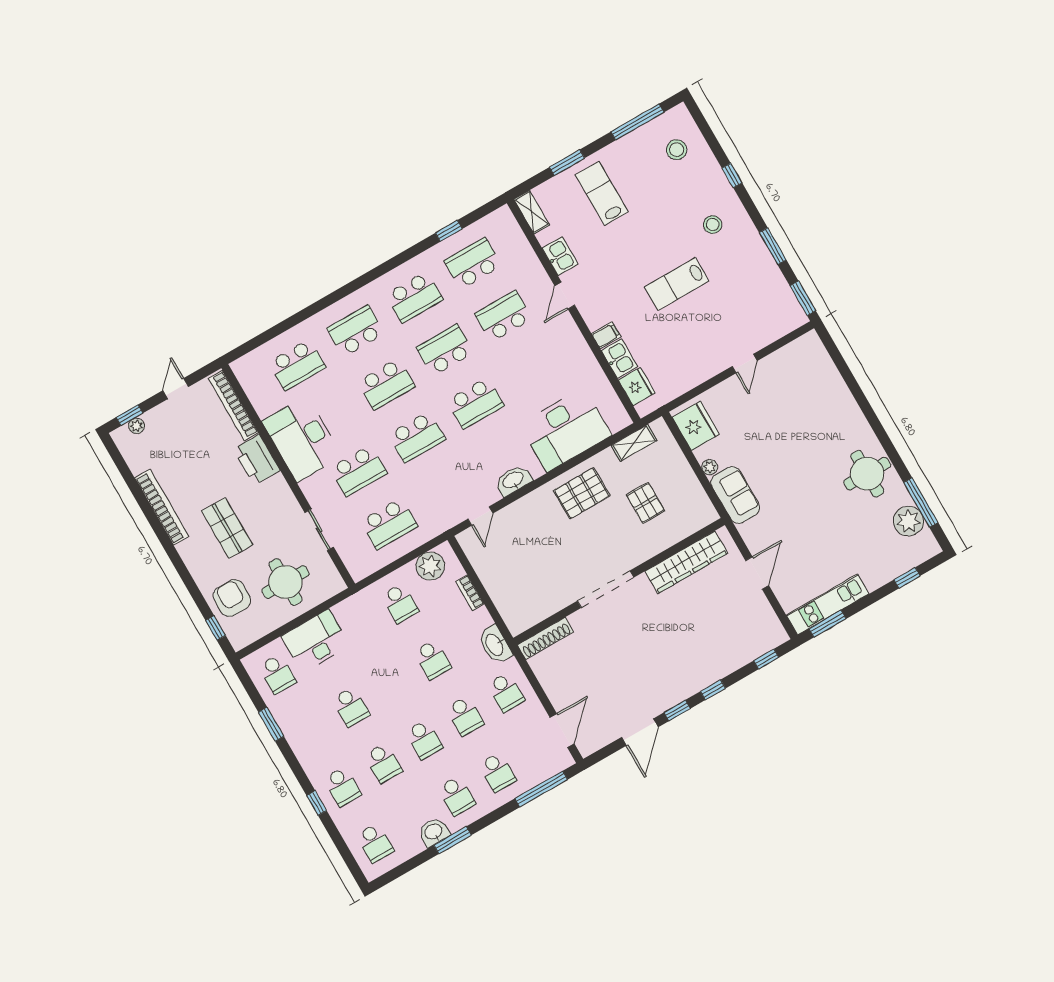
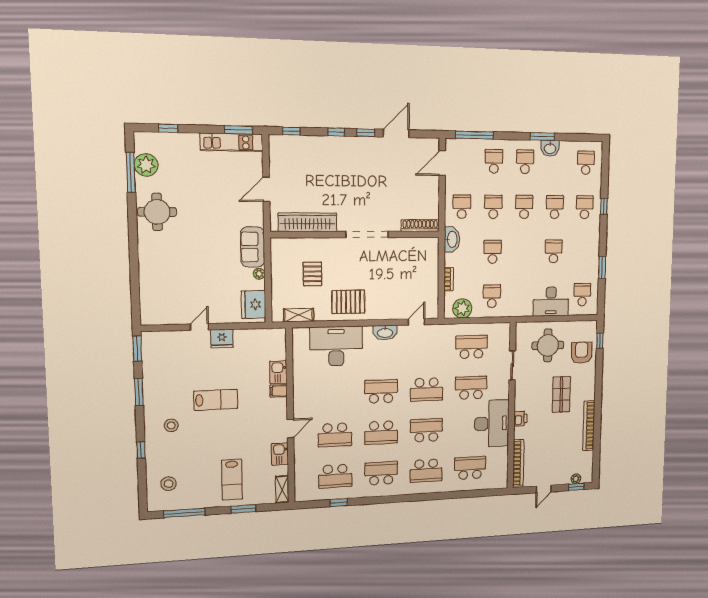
fridge: (637, 386) -> (222, 339), moved, turned -90
school desk: (417, 437) -> (427, 389), turned 180
printer: (257, 460) -> (520, 419), width x0.53, depth x0.68
armchair: (232, 598) -> (582, 353), turned 180

